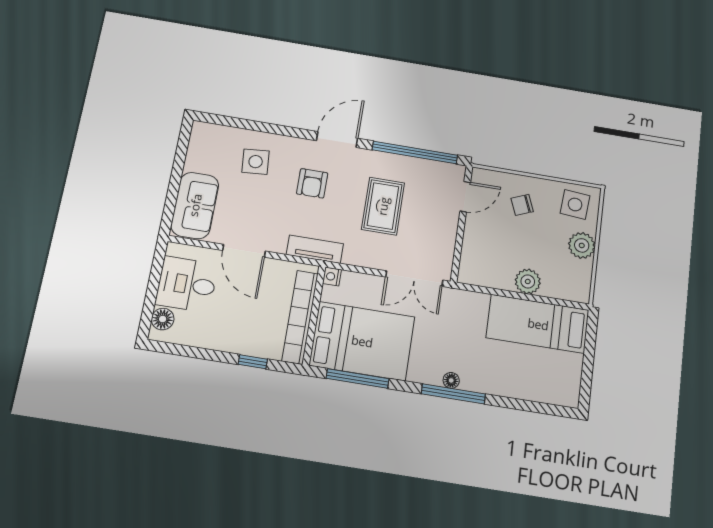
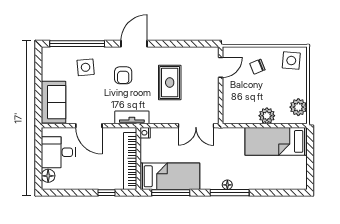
window: (415, 153) -> (77, 44), moved
plant: (582, 245) -> (298, 107), moved
bed: (362, 341) -> (170, 176), width x0.67

